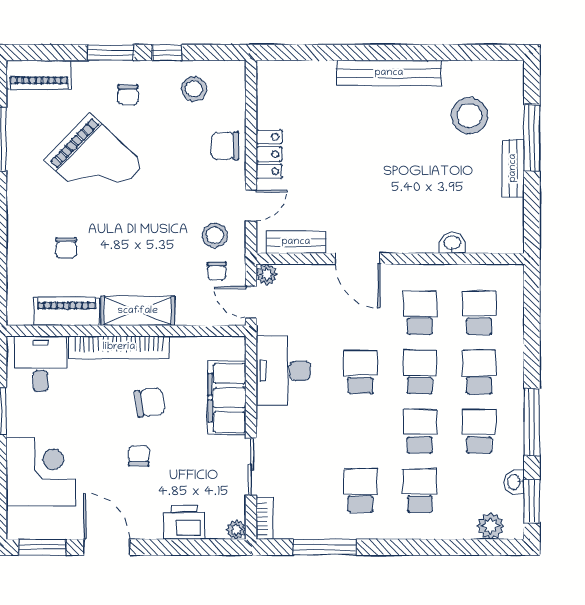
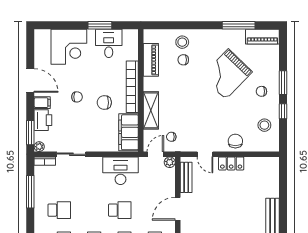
piano: (39, 75) -> (262, 37), moved, turned -90
stool: (215, 235) -> (182, 42), moved
shelving: (138, 311) -> (151, 110), moved
desk: (41, 364) -> (109, 43), moved, turned -90
filing cabinet: (227, 398) -> (129, 132), moved, turned -90
chair: (150, 402) -> (104, 103), turned 98
filing cabinet: (150, 524) -> (42, 103), added
window: (42, 547) -> (30, 133), moved
door: (107, 547) -> (30, 80), hinge flipped

